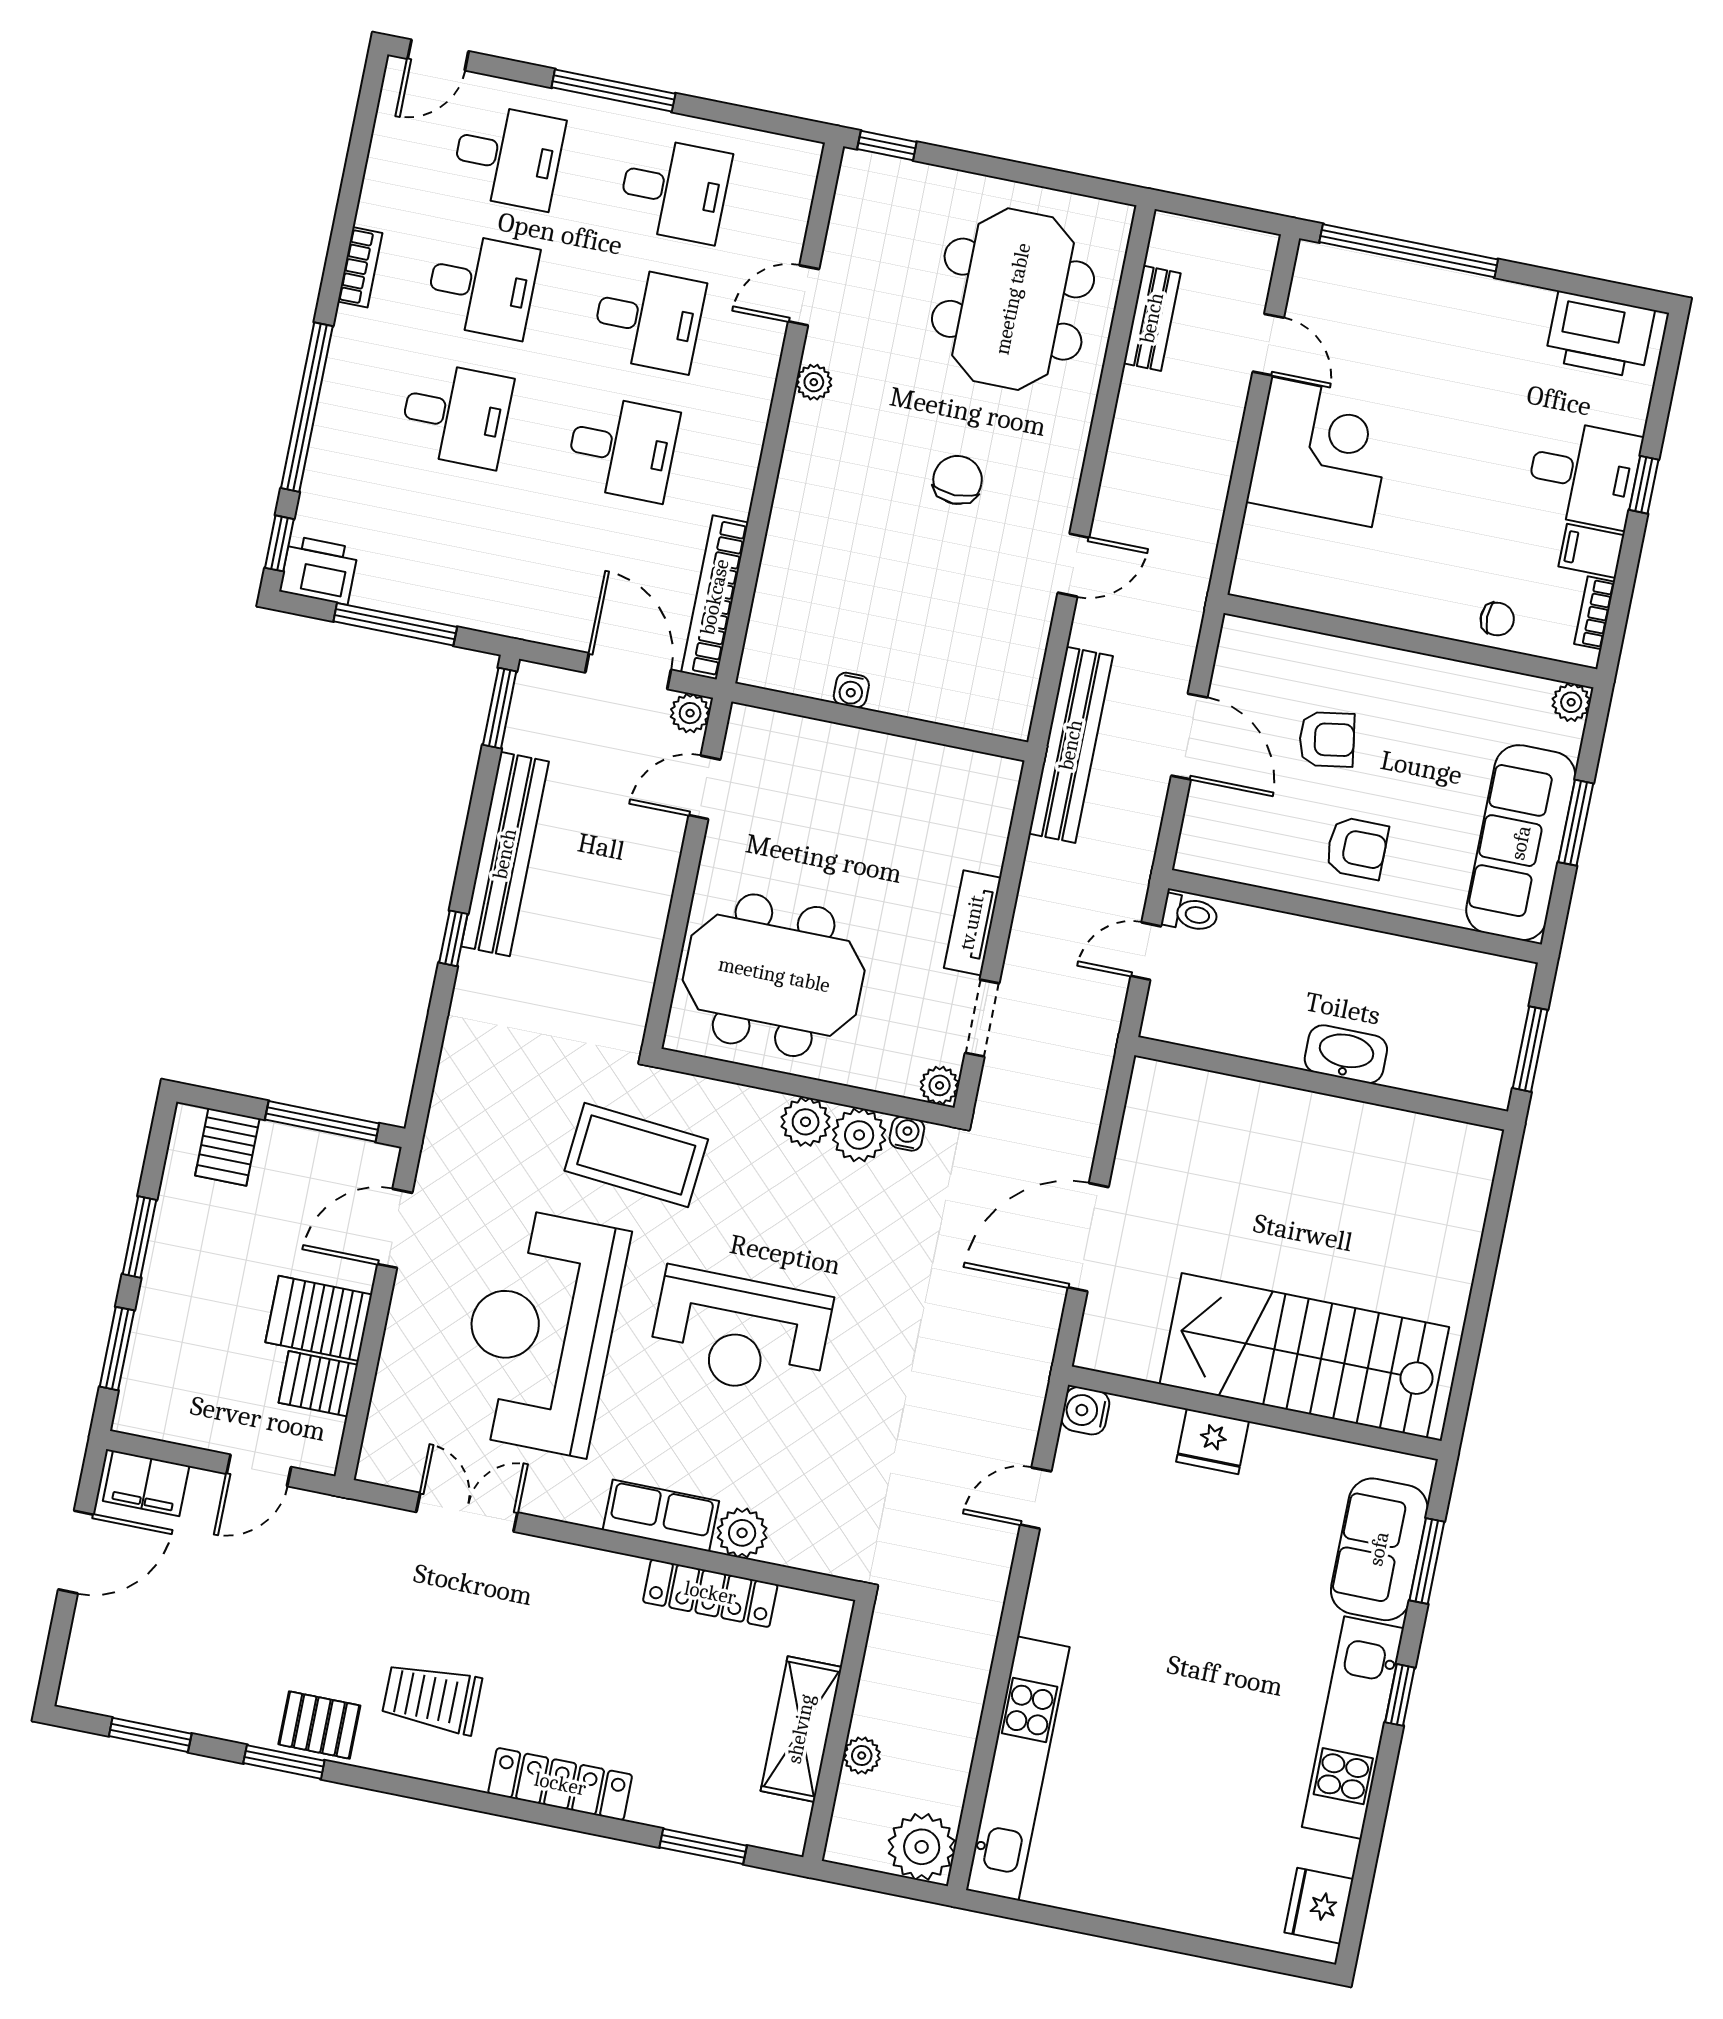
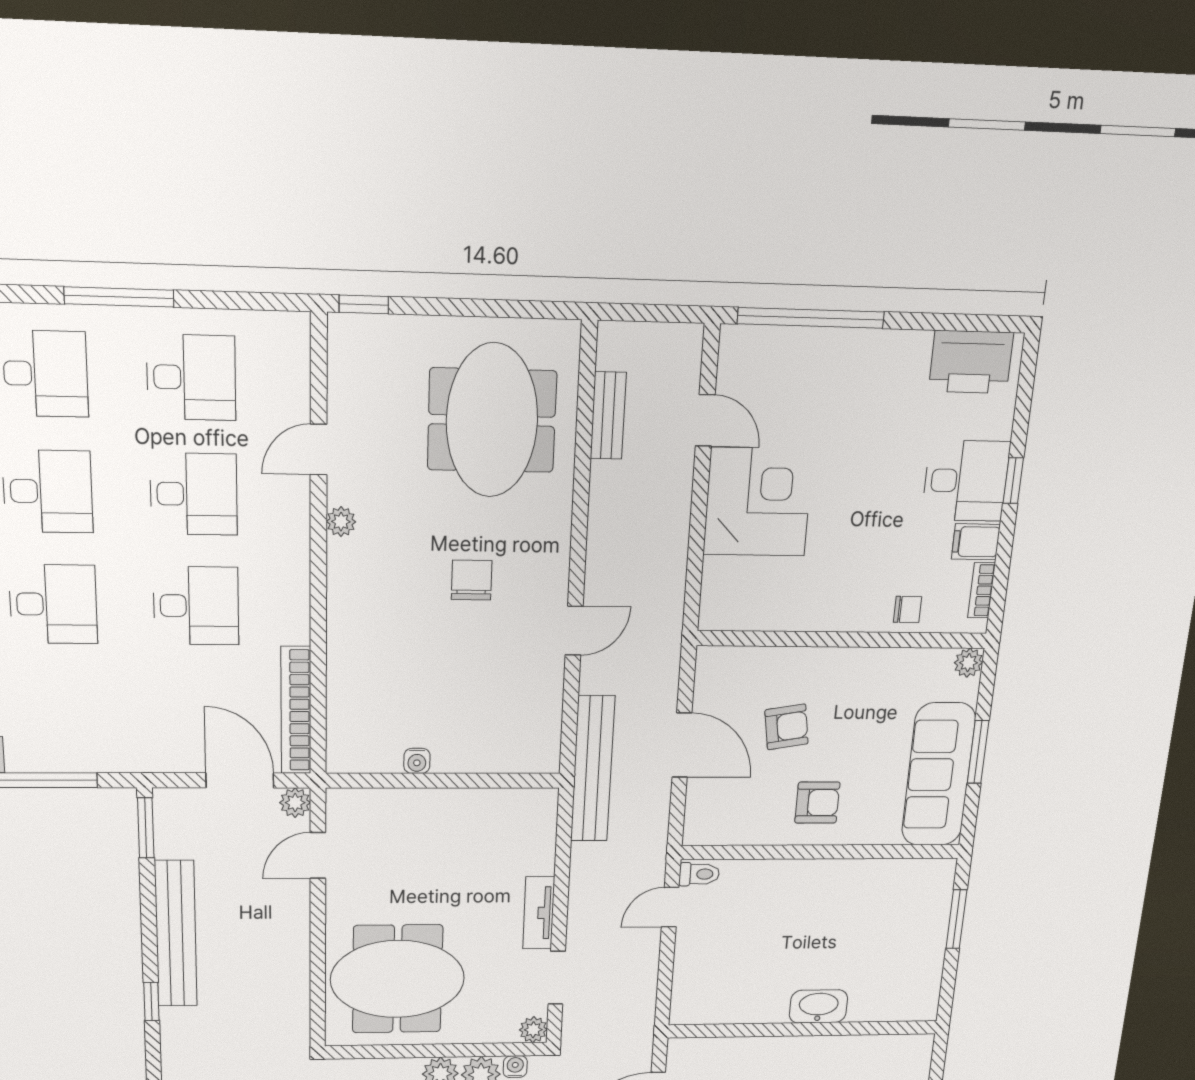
washbasin: (1346, 1054) -> (818, 1006), moved
wall: (1321, 1083) -> (803, 1029), moved

